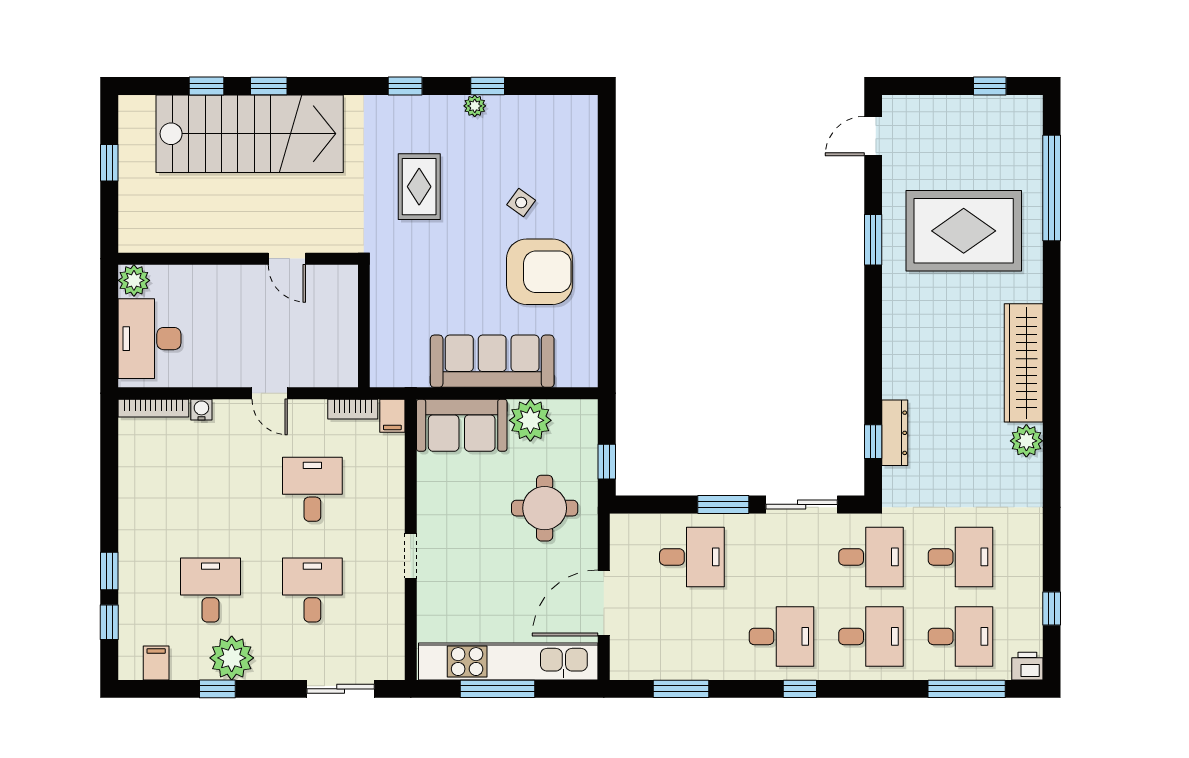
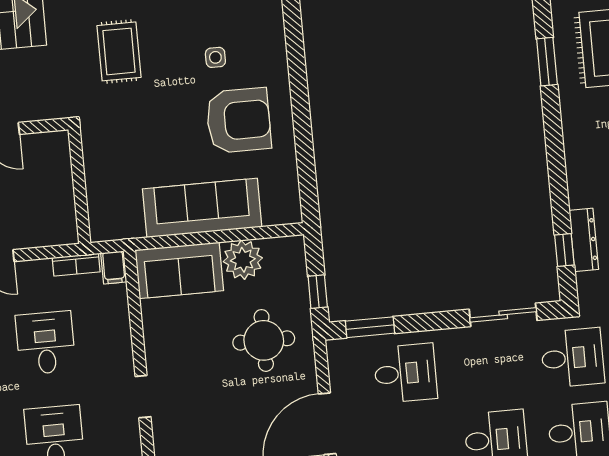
side table: (521, 202) -> (215, 57), turned -36
window: (723, 504) -> (370, 327), moved

